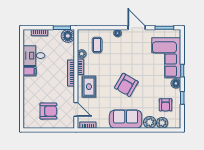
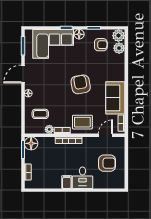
desk: (34, 56) -> (82, 178), moved
armchair: (126, 85) -> (81, 84), turned -130
armchair: (48, 111) -> (107, 163), turned 90
sofa: (126, 119) -> (115, 98), moved
plant: (150, 122) -> (118, 36), moved

